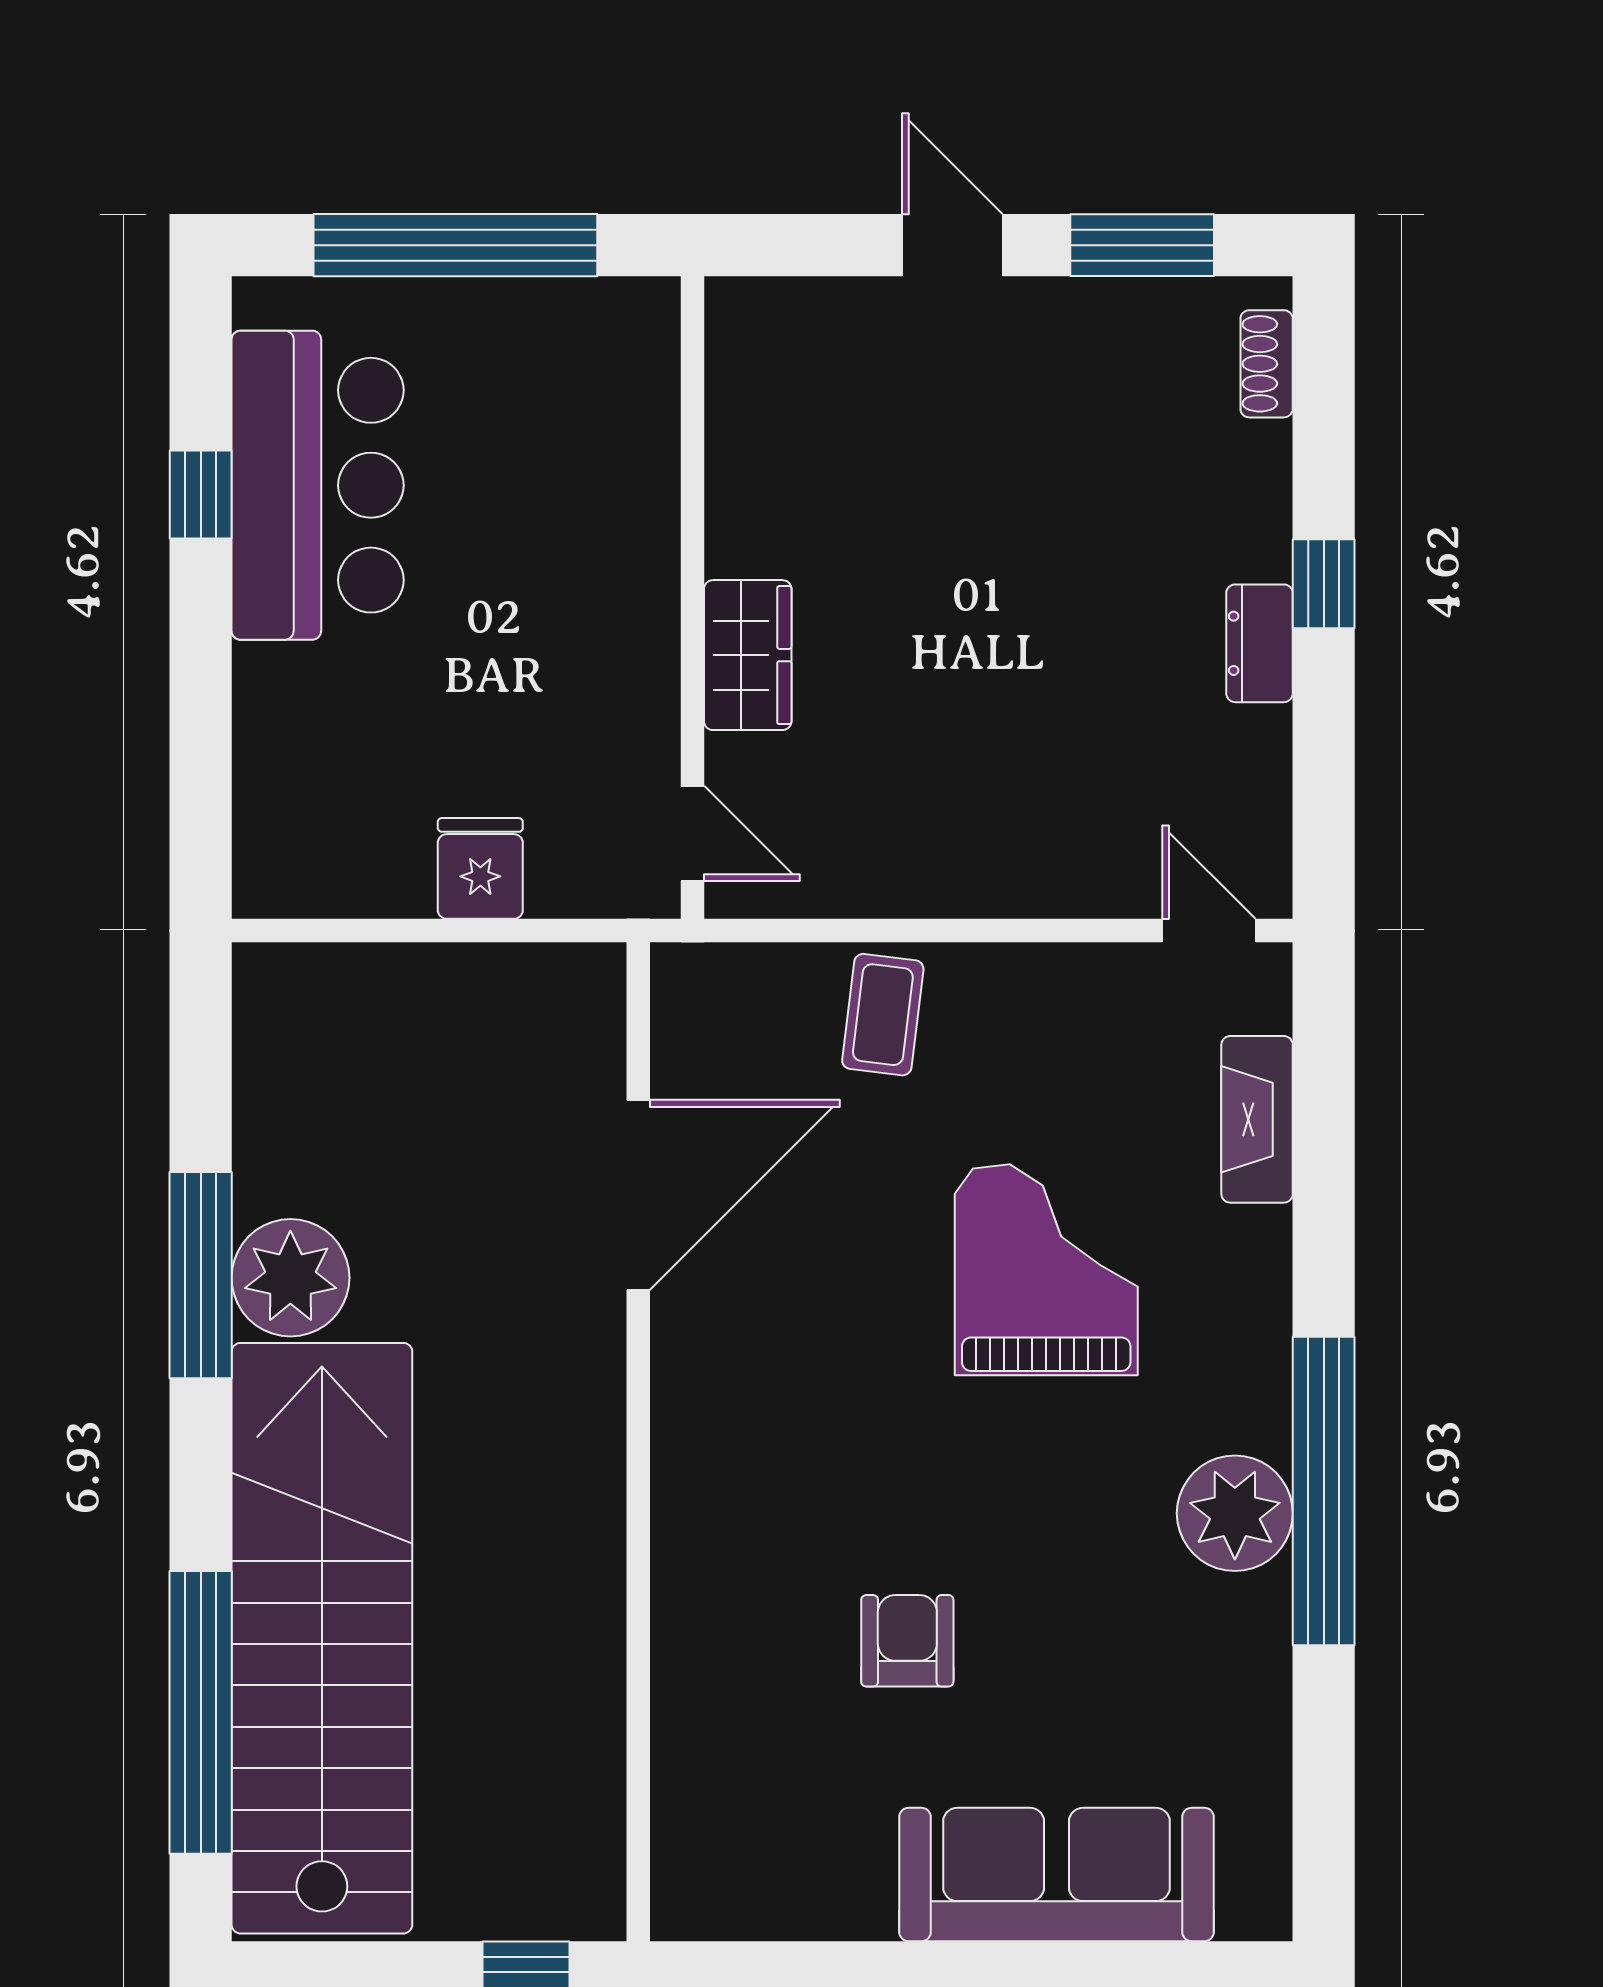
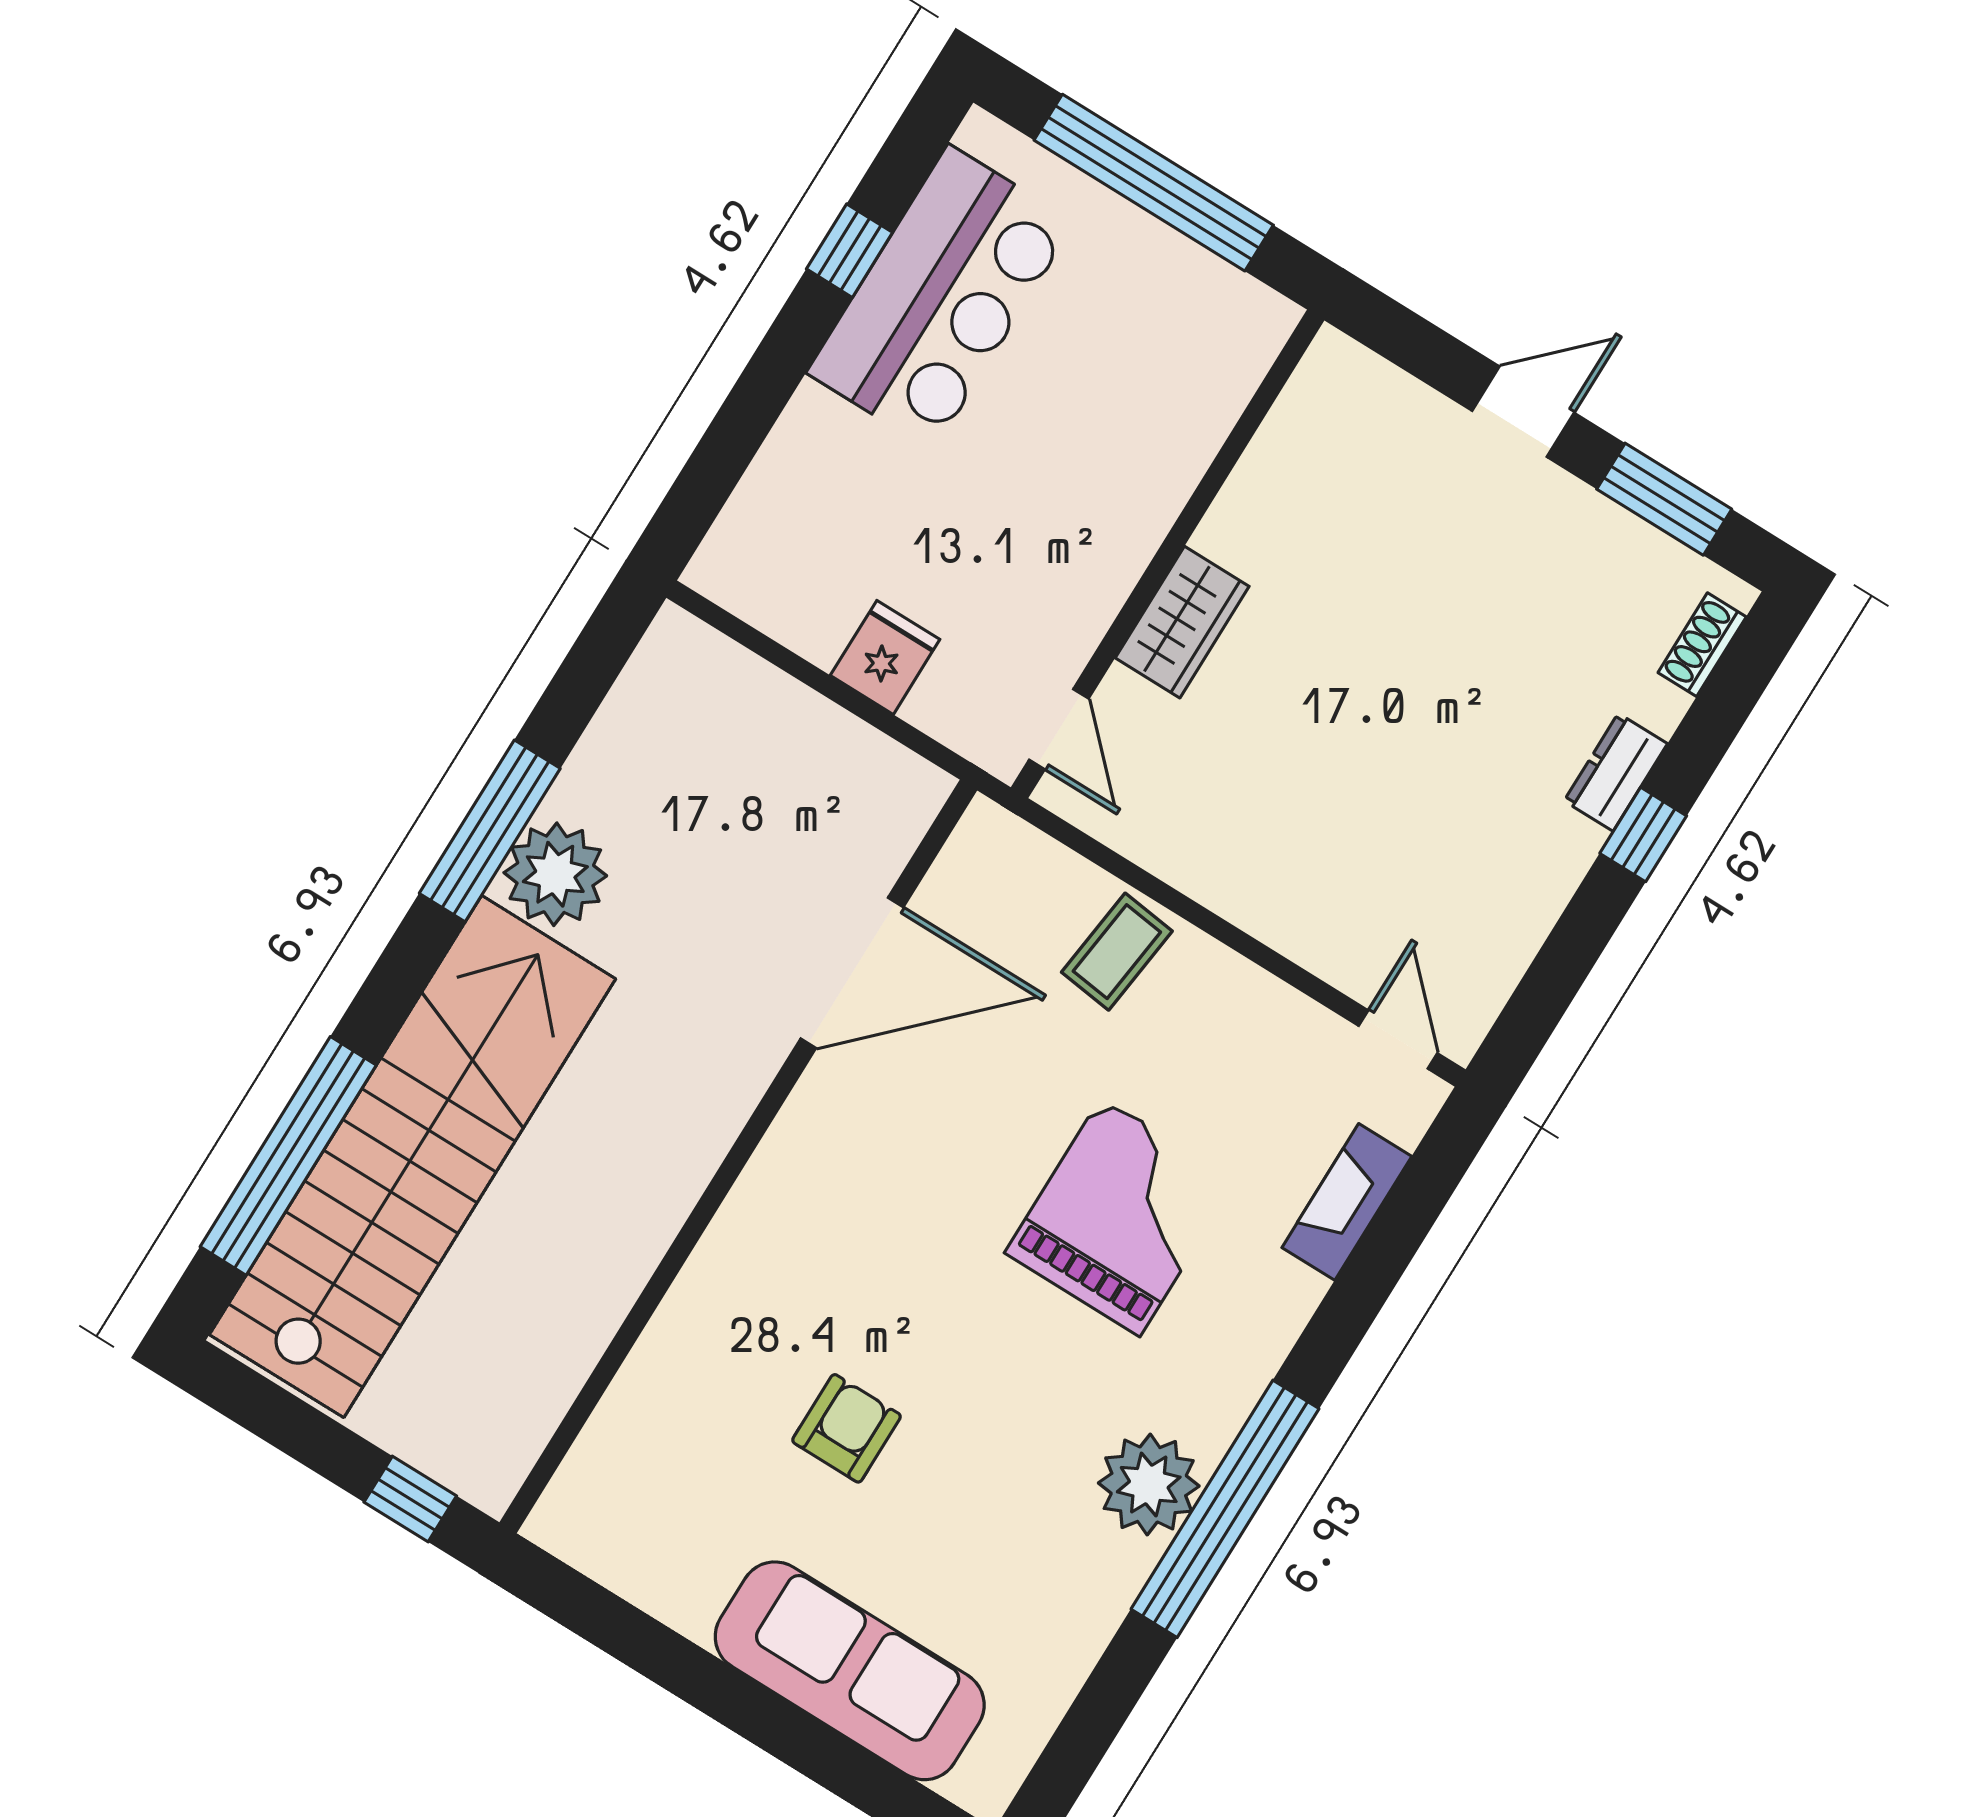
door: (952, 245) -> (1523, 412), hinge flipped
dresser: (1260, 643) -> (1616, 772), moved

